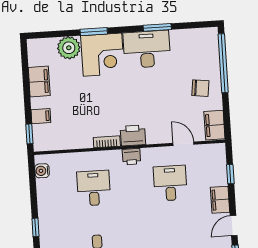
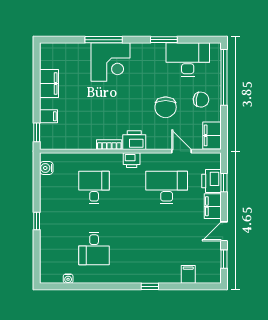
window: (94, 32) -> (104, 40), width x1.44
plant: (69, 48) -> (79, 53), removed
desk: (147, 49) -> (188, 60), moved
chair: (164, 99) -> (166, 107), added
printer: (217, 173) -> (211, 181), added
desk: (170, 183) -> (167, 188), width x1.37

